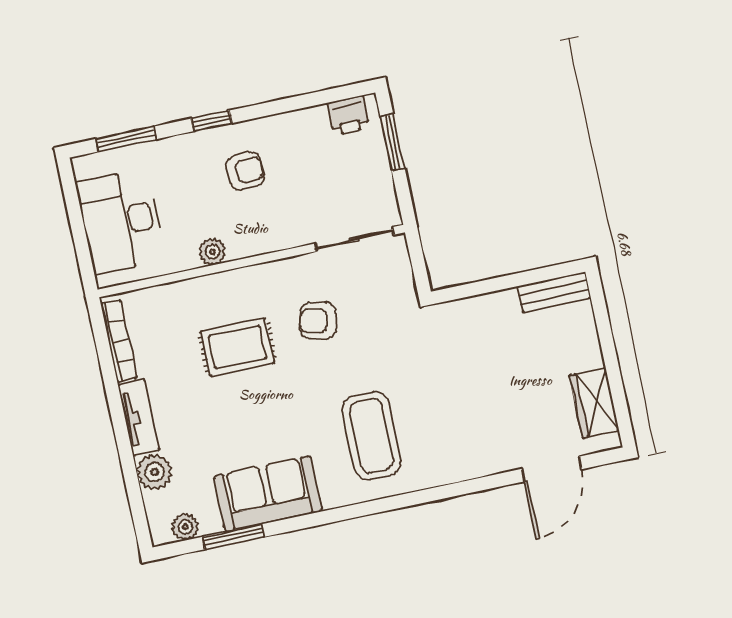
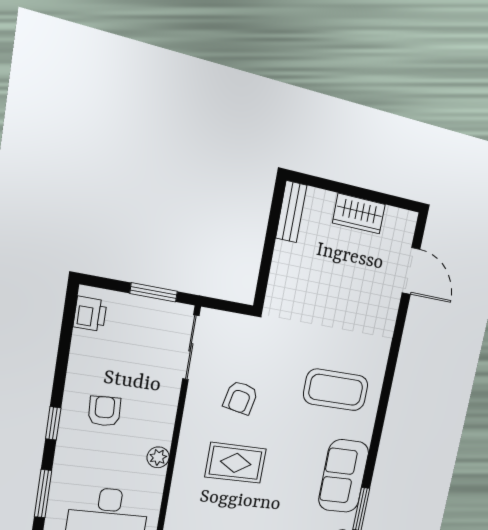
window: (392, 142) -> (154, 292), moved
rug: (237, 347) -> (236, 463), turned 90
wardrobe: (594, 403) -> (359, 214), moved

